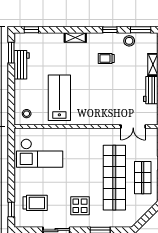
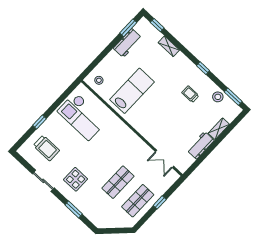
window: (110, 30) -> (203, 68), moved
shelving: (75, 37) -> (169, 46), moved
shop shelf: (114, 178) -> (118, 182), width x0.50, depth x0.74
window: (11, 209) -> (39, 122), moved

